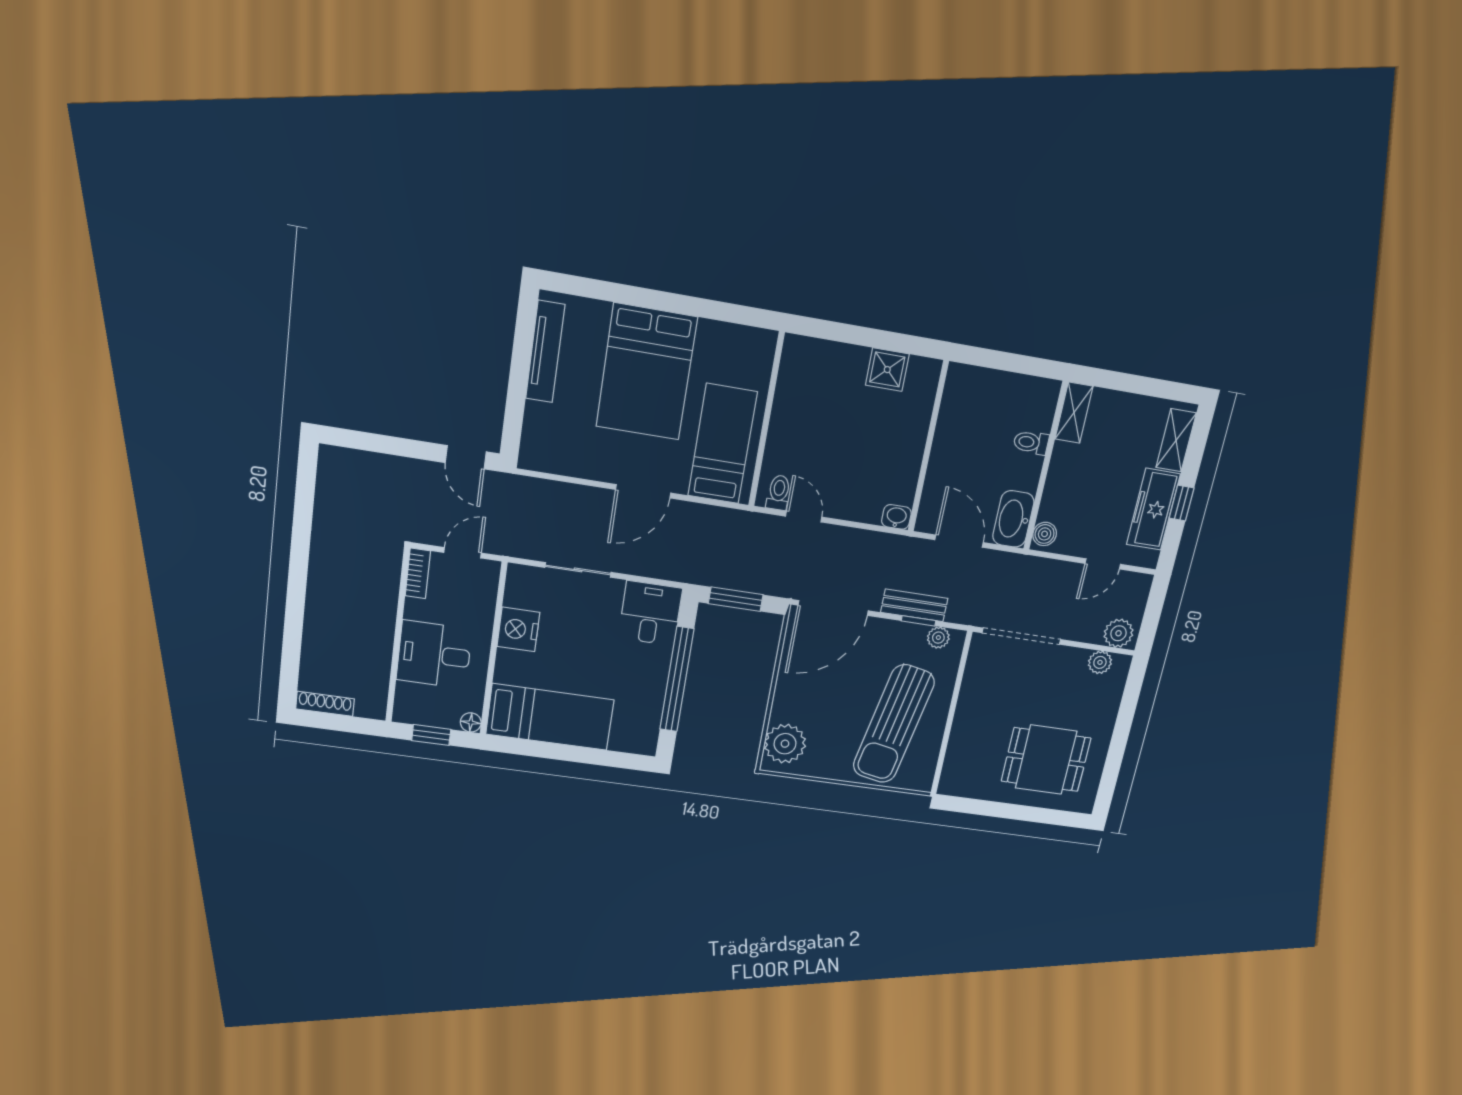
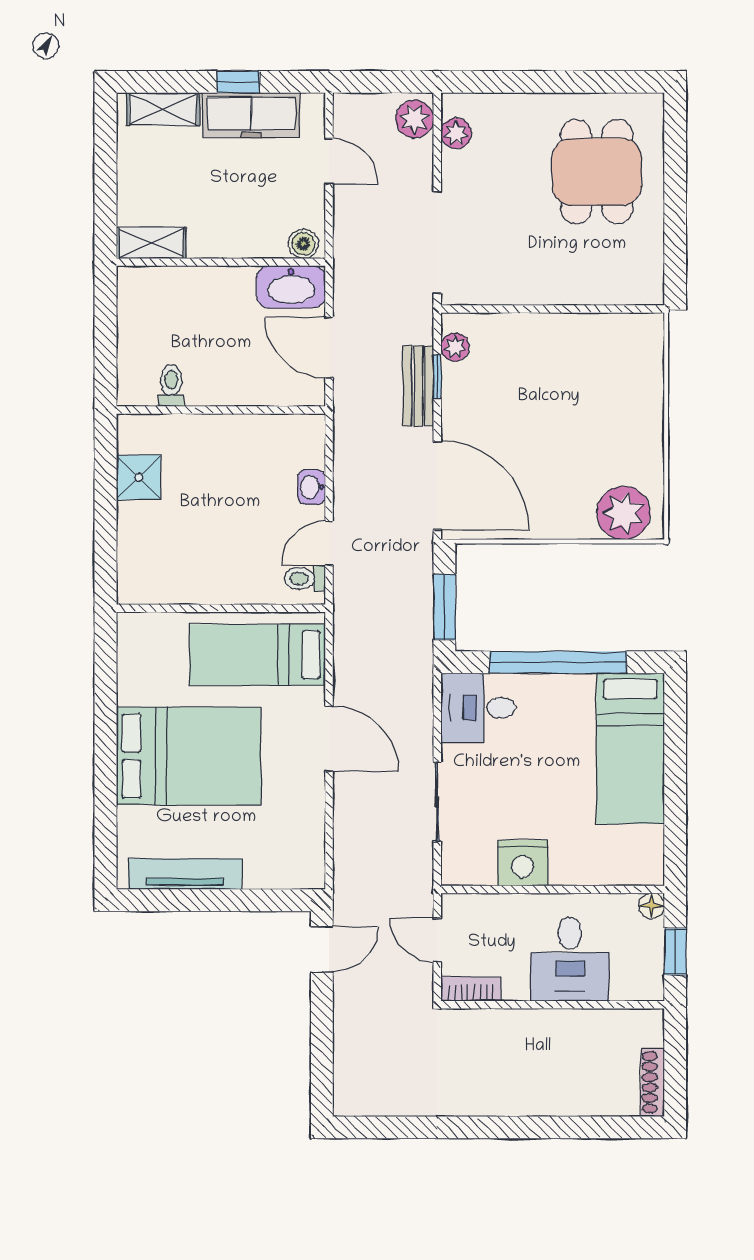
toilet: (1031, 442) -> (171, 385), moved, turned 180
washbasin: (896, 517) -> (311, 487), moved
door: (959, 541) -> (329, 348), hinge flipped
bed: (550, 717) -> (630, 748), moved, turned 180
sun lounger: (894, 724) -> (577, 380), removed

